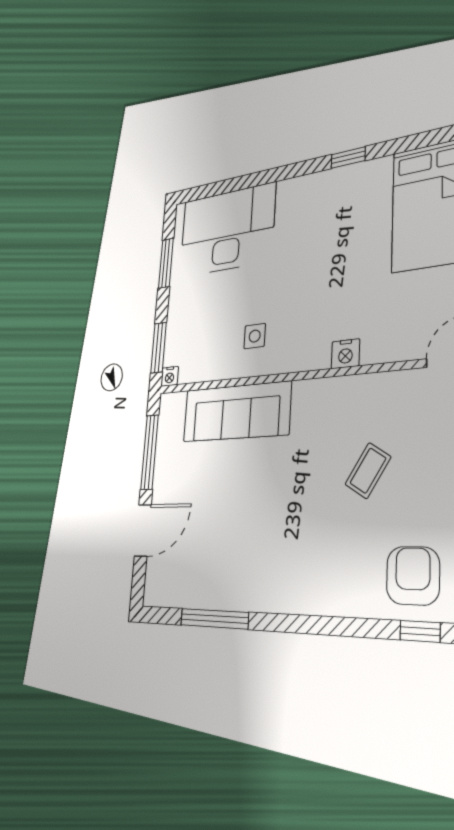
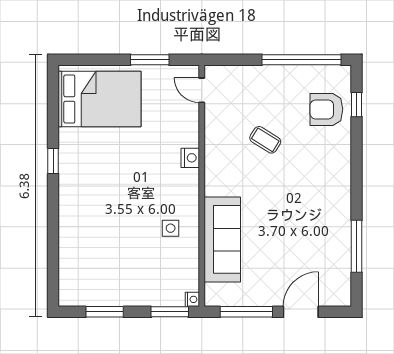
desk: (227, 230) -> (88, 258), removed
door: (143, 530) -> (301, 312), hinge flipped

